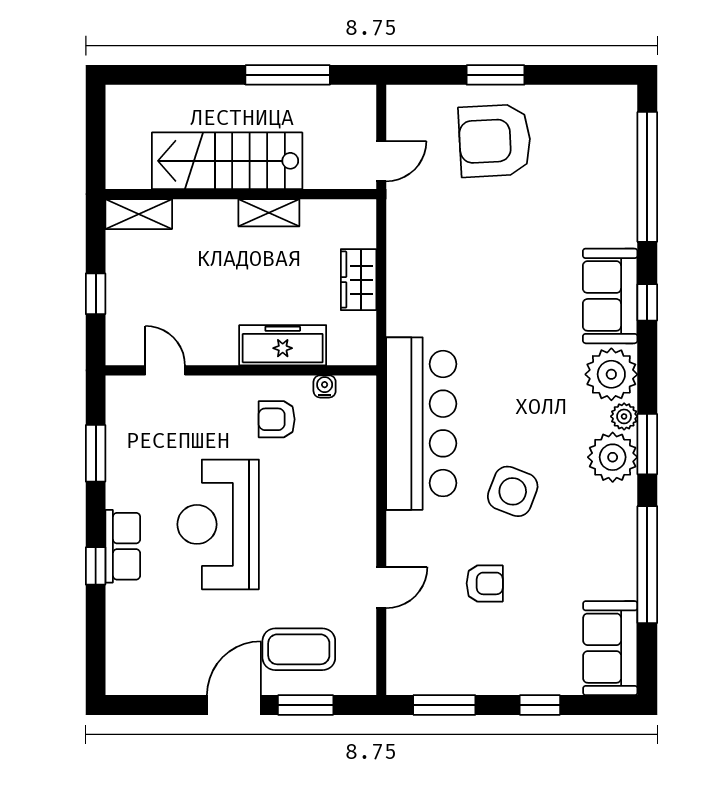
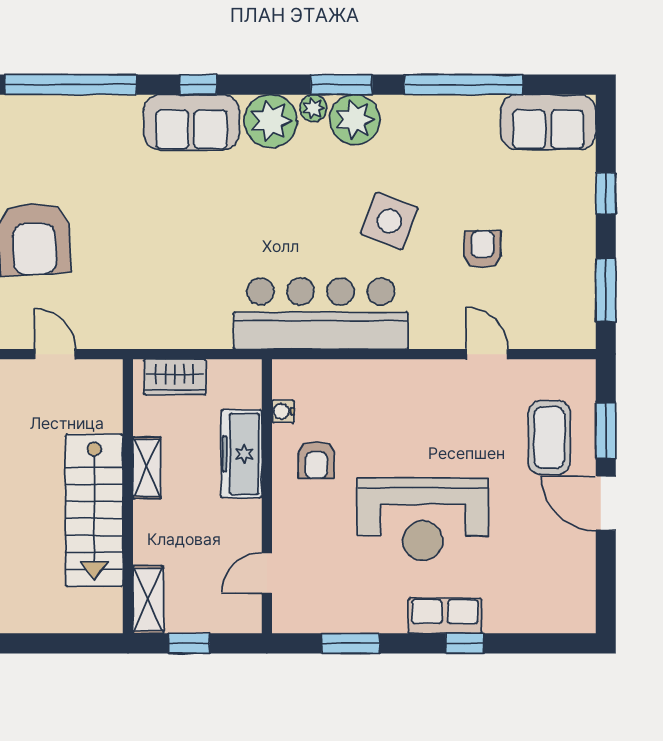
stairs: (227, 161) -> (94, 510), moved
wall: (241, 194) -> (128, 496), moved
shelving: (269, 213) -> (147, 468), moved
shelving: (139, 214) -> (148, 600), moved

